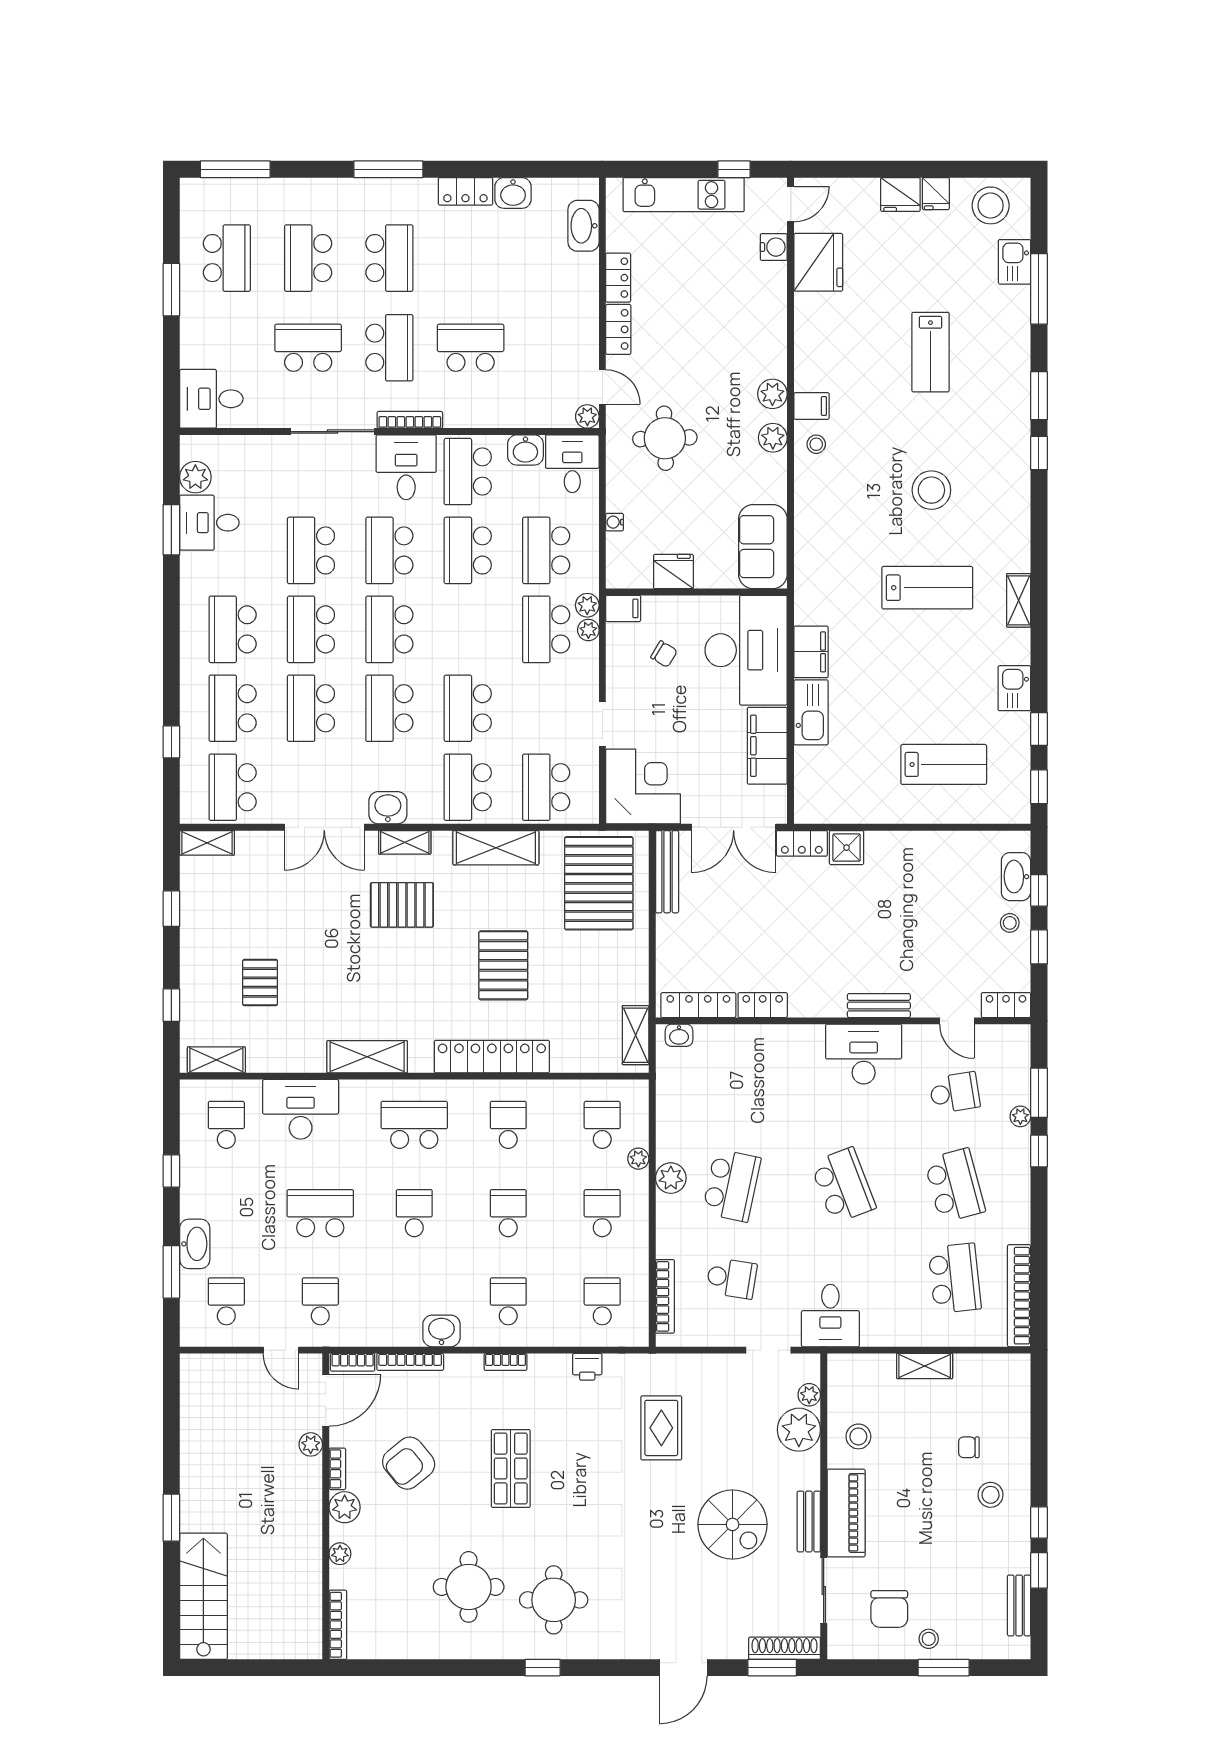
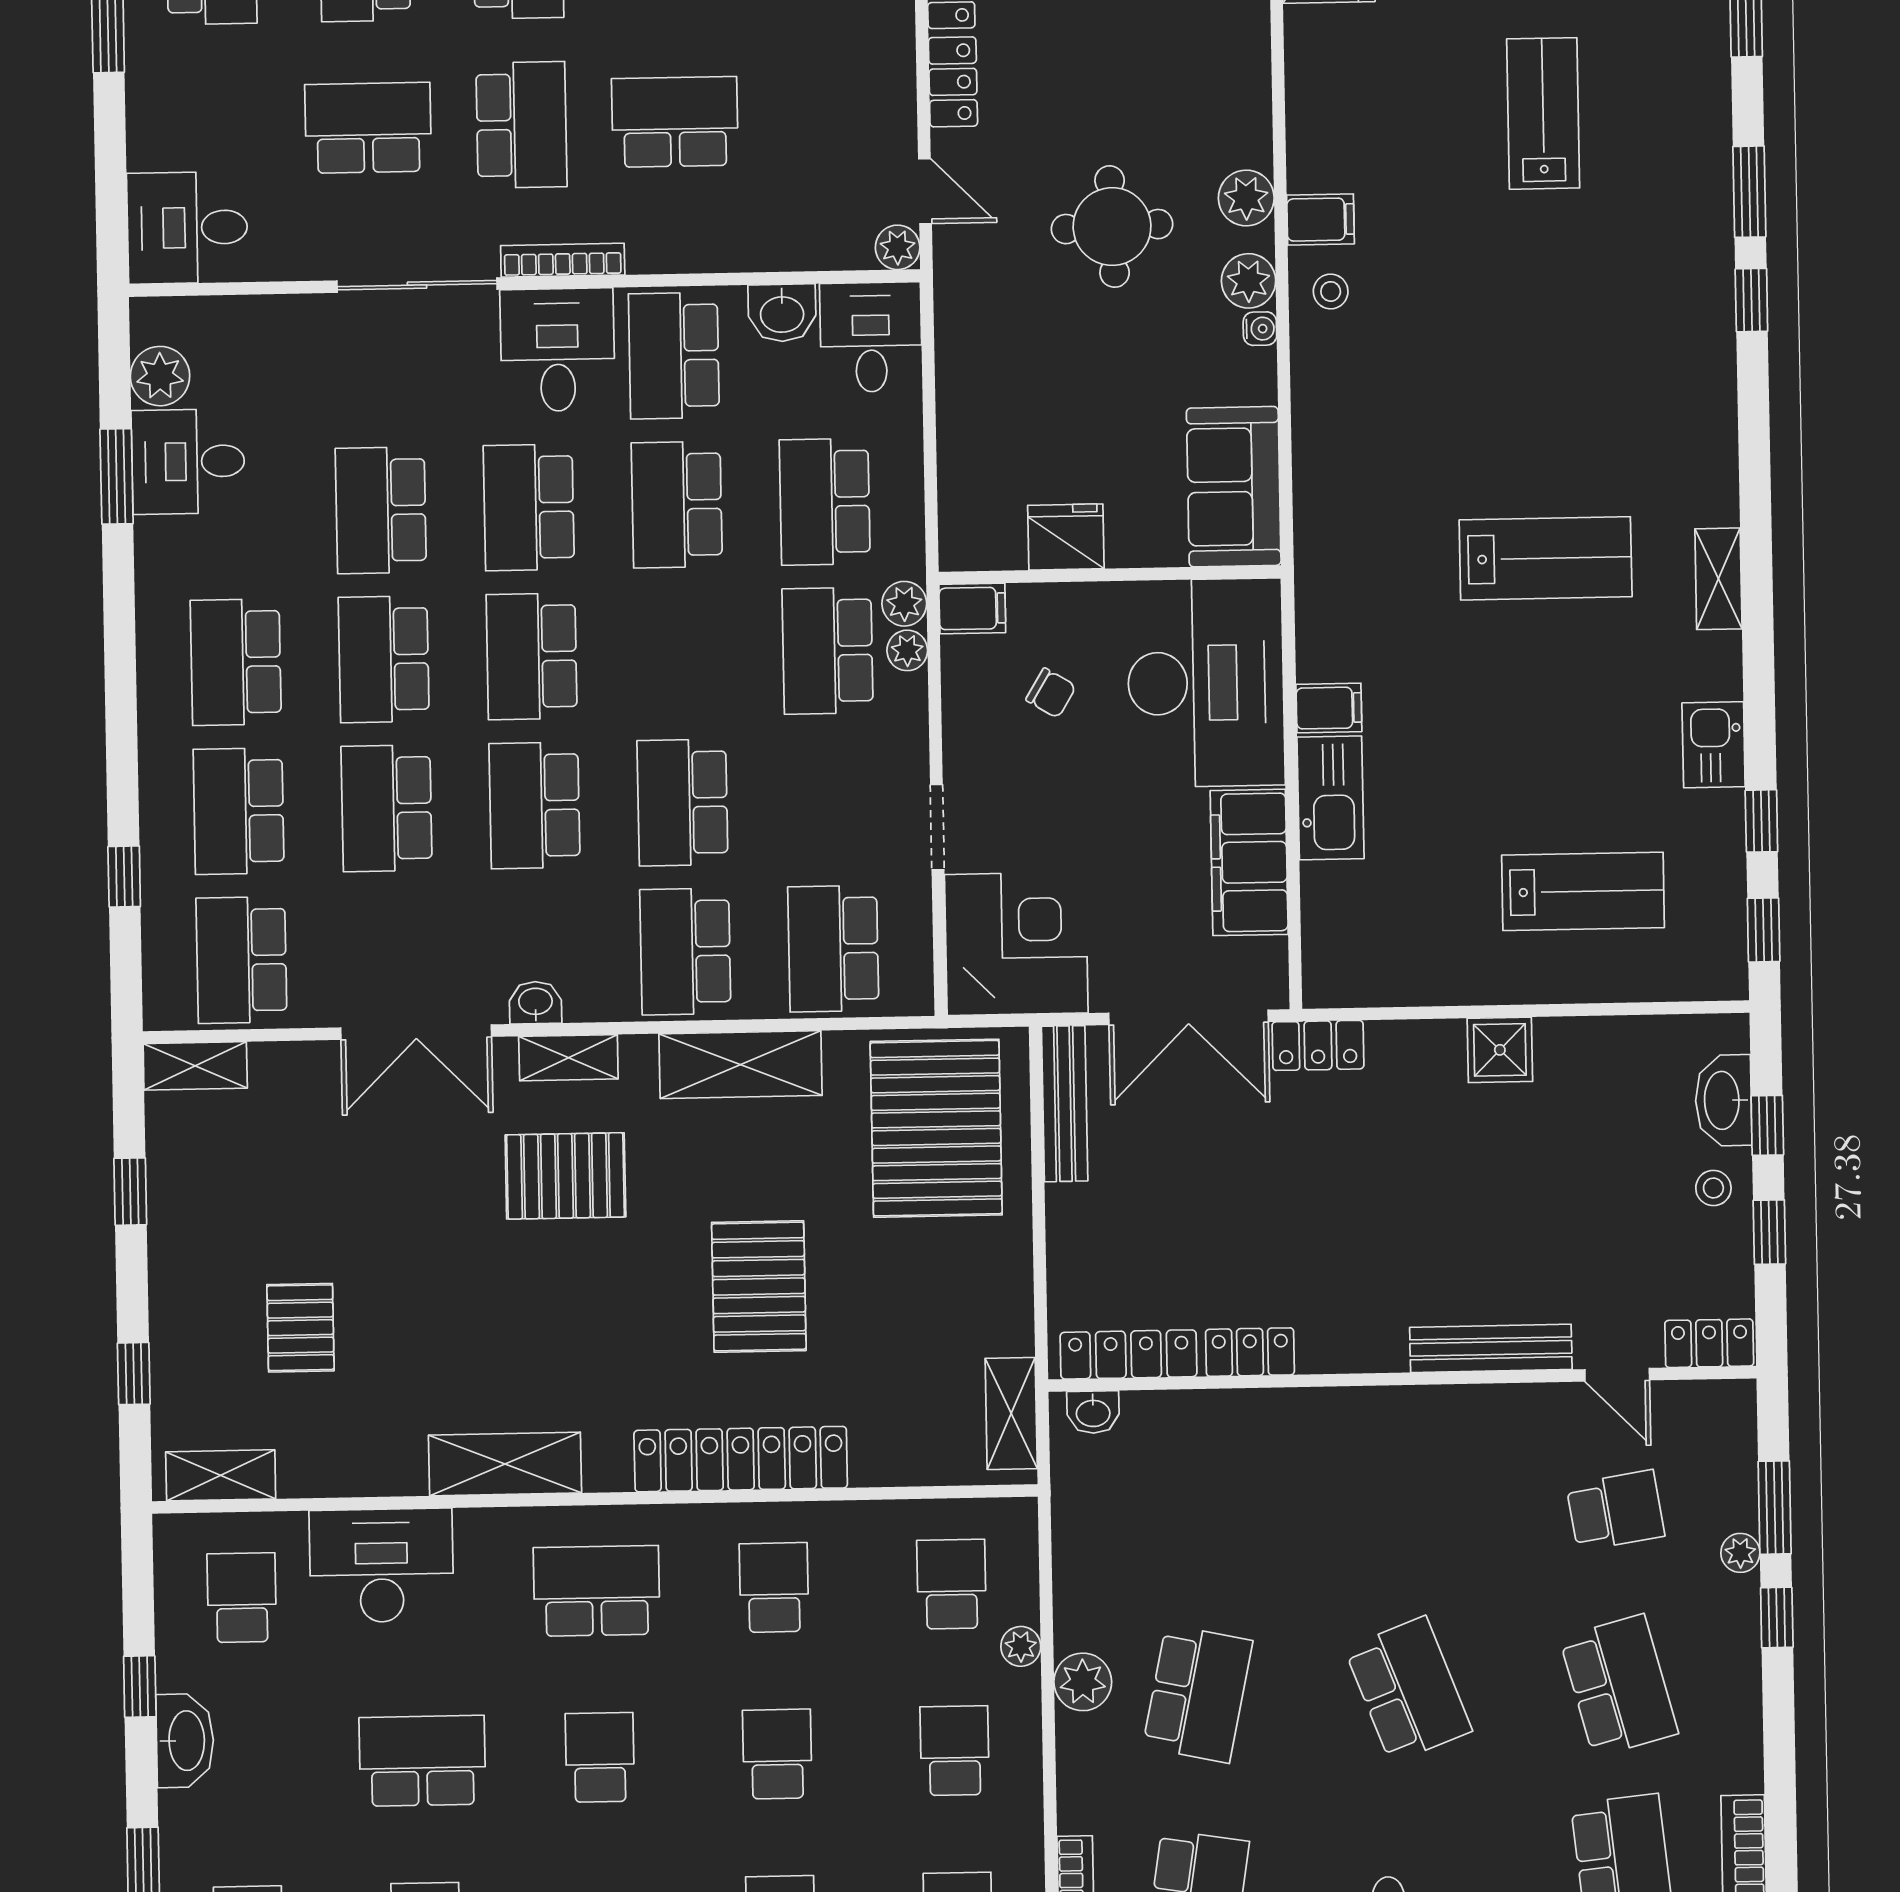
lab bench: (931, 352) -> (1543, 113), turned 180
round table: (665, 438) -> (1112, 227), moved
stool: (931, 490) -> (1550, 374), removed
water cooler: (615, 522) -> (1260, 329), moved, turned 180
filing cabinet: (811, 652) -> (1329, 708), width x0.50
washbasin: (388, 808) -> (535, 1003), width x0.72, depth x0.69
shower: (847, 848) -> (1500, 1050), moved
bench: (879, 1006) -> (1491, 1348), width x1.36
desk: (864, 1054) -> (1442, 1441), removed
washbasin: (195, 1244) -> (185, 1741), moved

